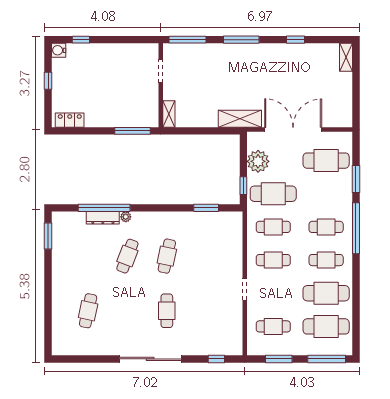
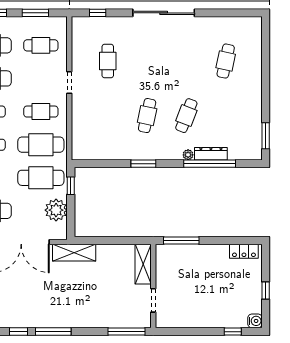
window: (241, 40) -> (53, 332), moved
shelving: (169, 114) -> (143, 264), width x1.50, depth x1.33
window: (206, 208) -> (143, 164), moved
cafe table: (273, 227) -> (41, 145), width x1.37, depth x1.35
cafe table: (167, 311) -> (108, 61), moved

